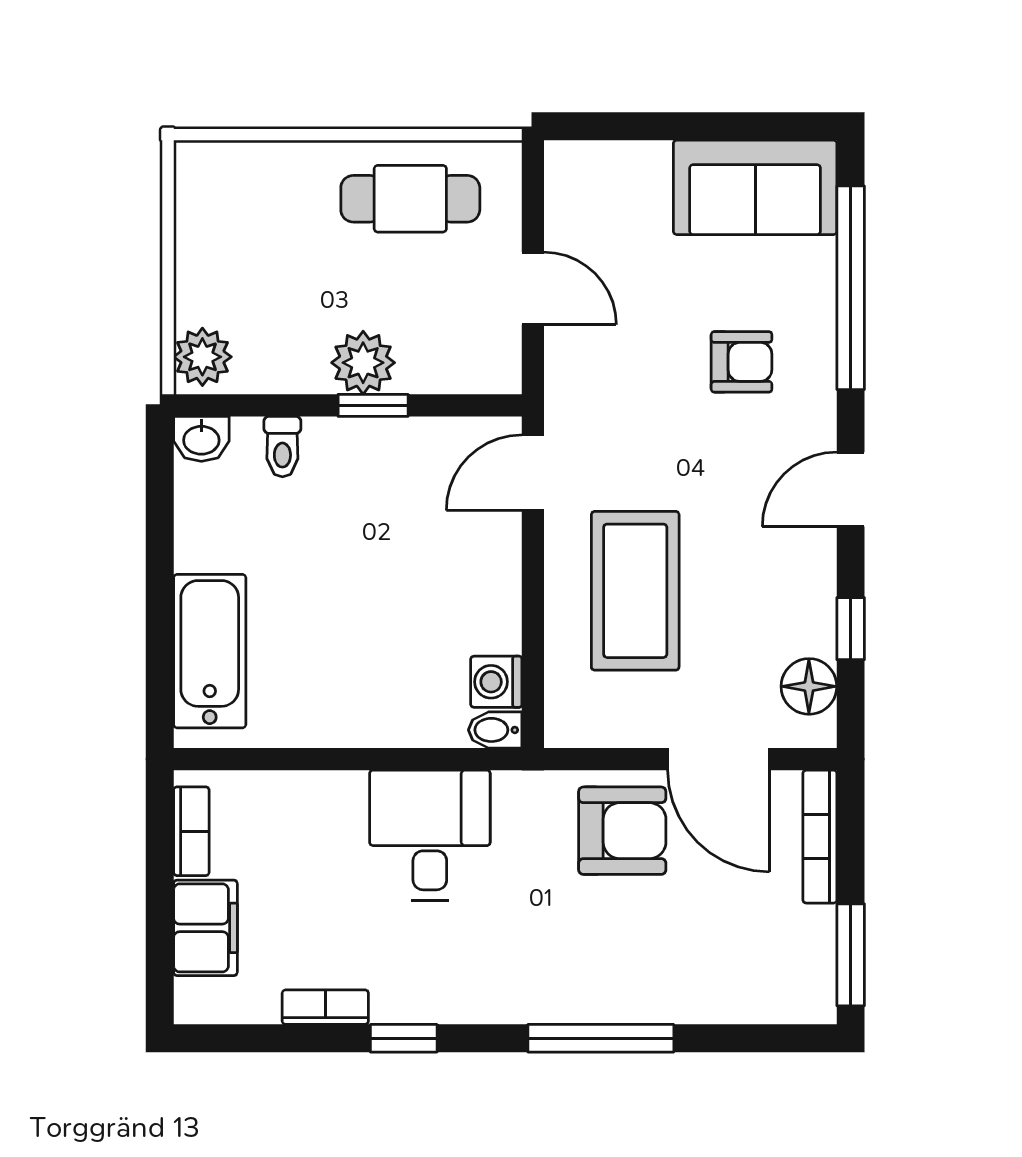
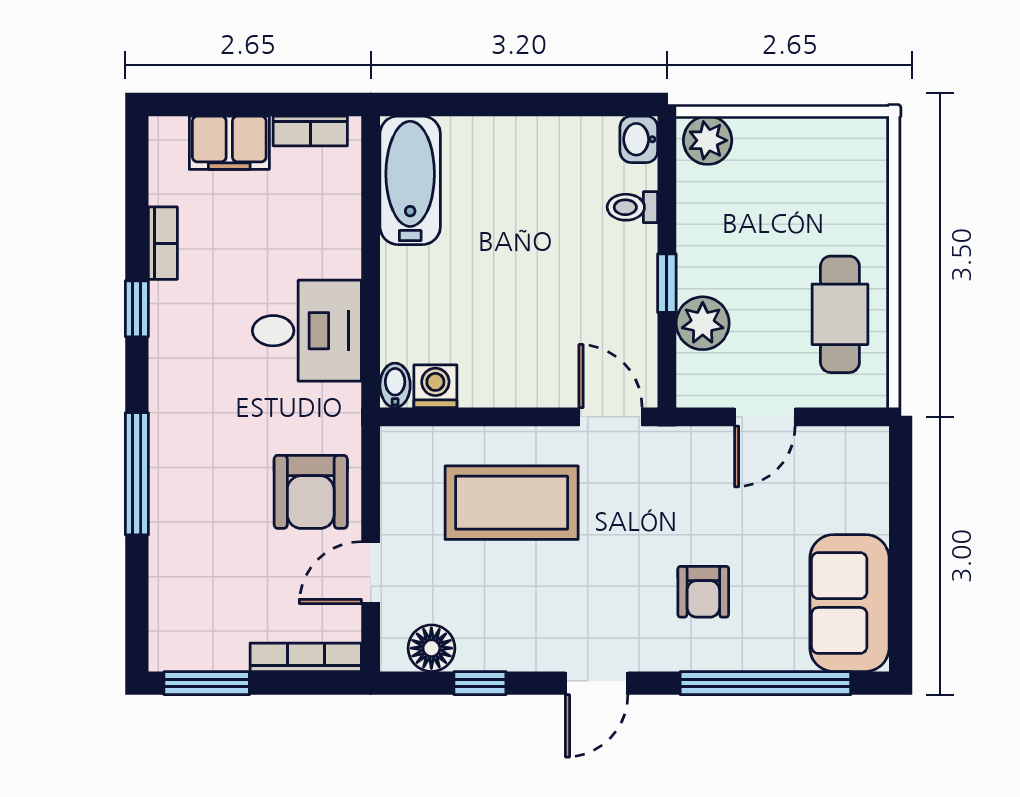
plant: (363, 363) -> (703, 323), moved
door: (851, 489) -> (597, 683), swing flipped
bathtub: (210, 651) -> (410, 180), moved, turned -90
door: (719, 759) -> (371, 573), width x0.73

